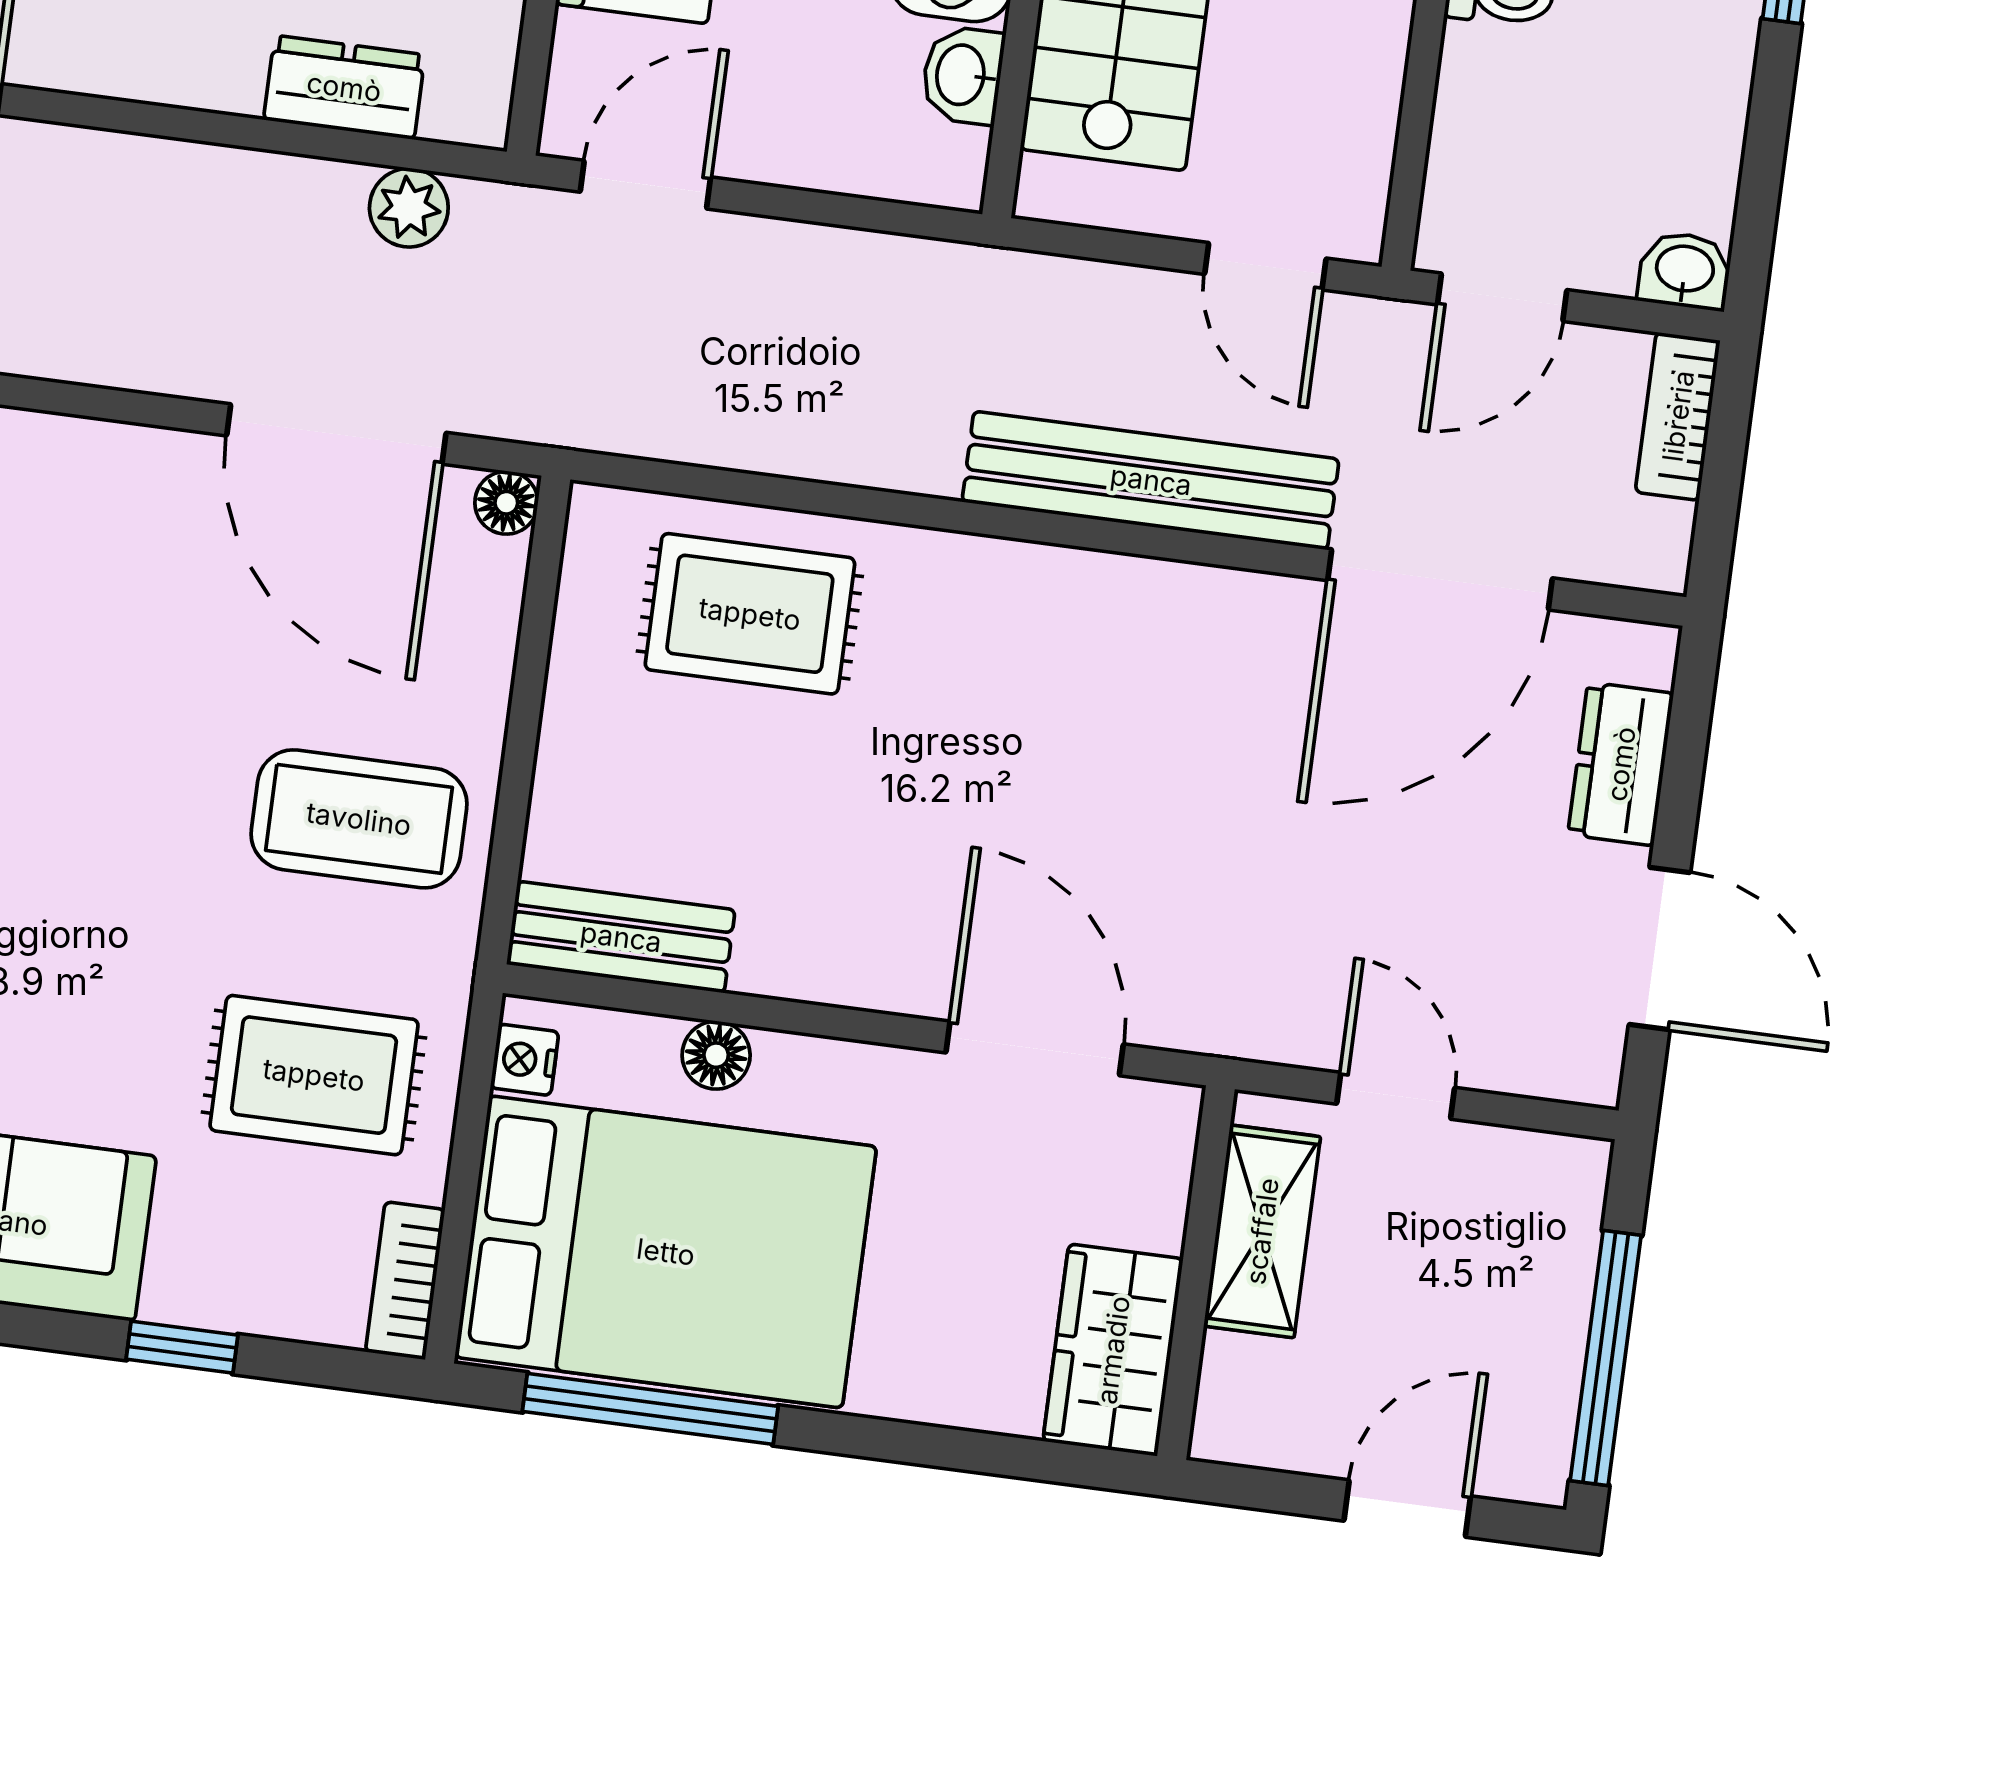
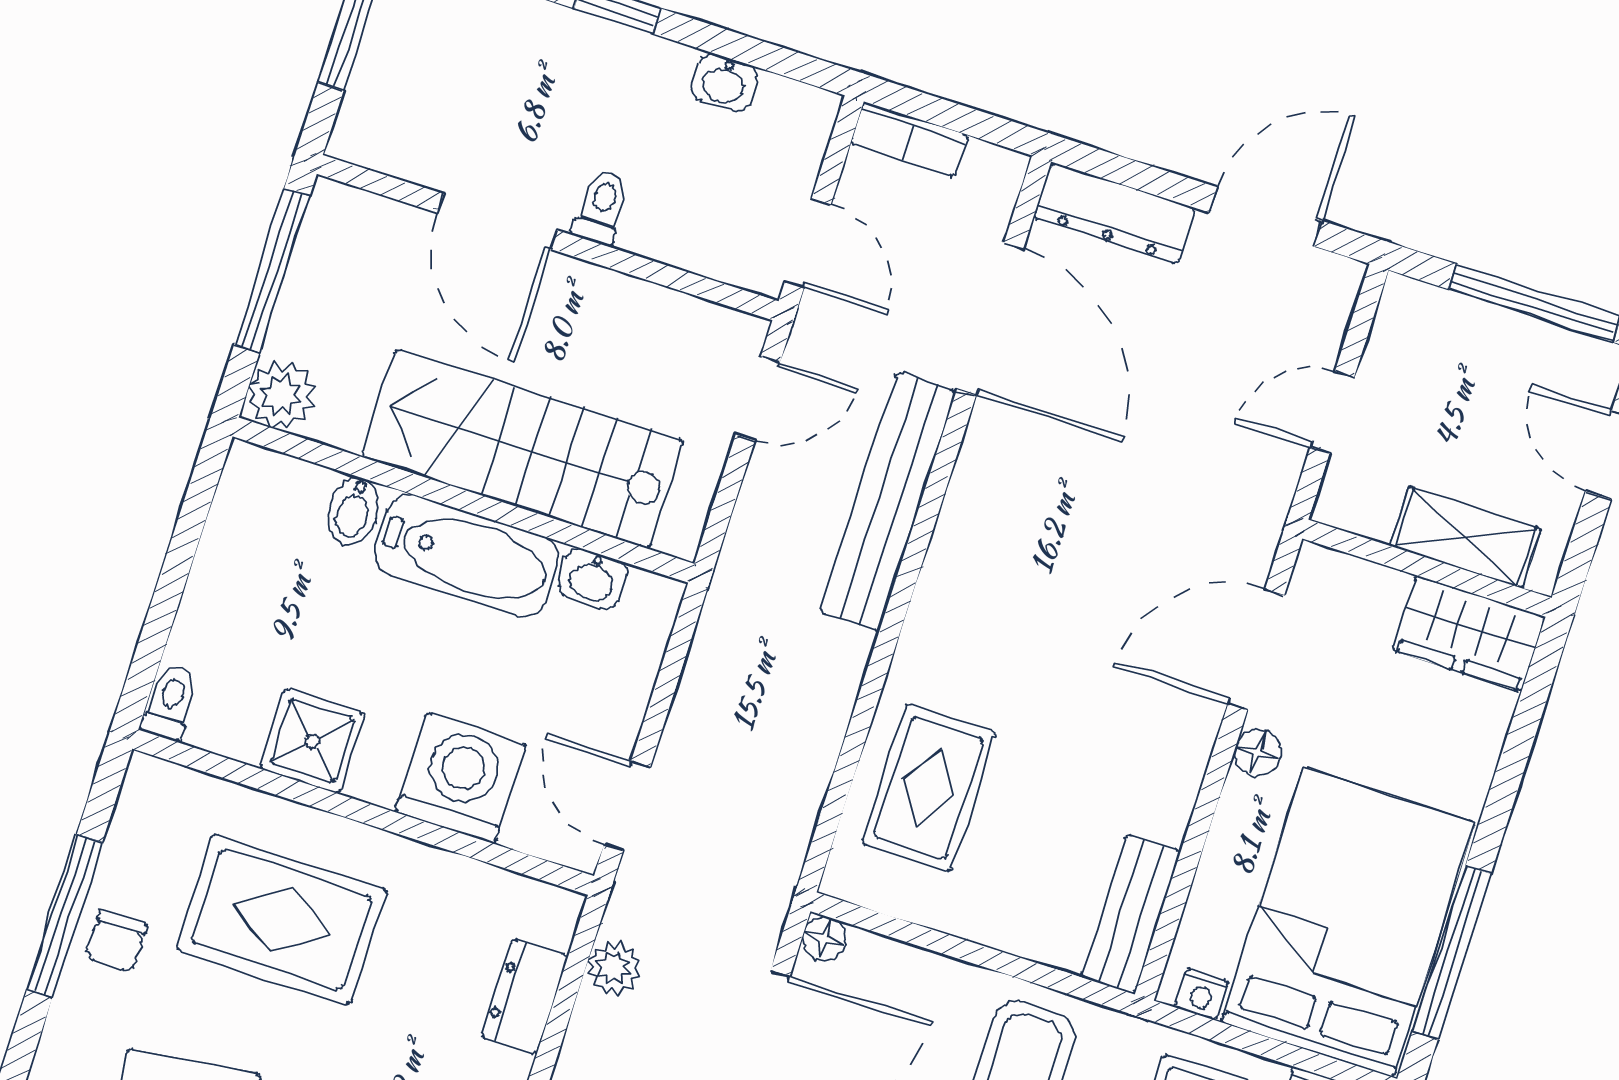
washbasin: (1685, 271) -> (724, 82), moved, turned -90
dresser: (1621, 764) -> (1114, 213), width x1.44
floor lamp: (716, 1055) -> (1258, 753), moved
shelving: (1262, 1231) -> (1465, 537), moved

